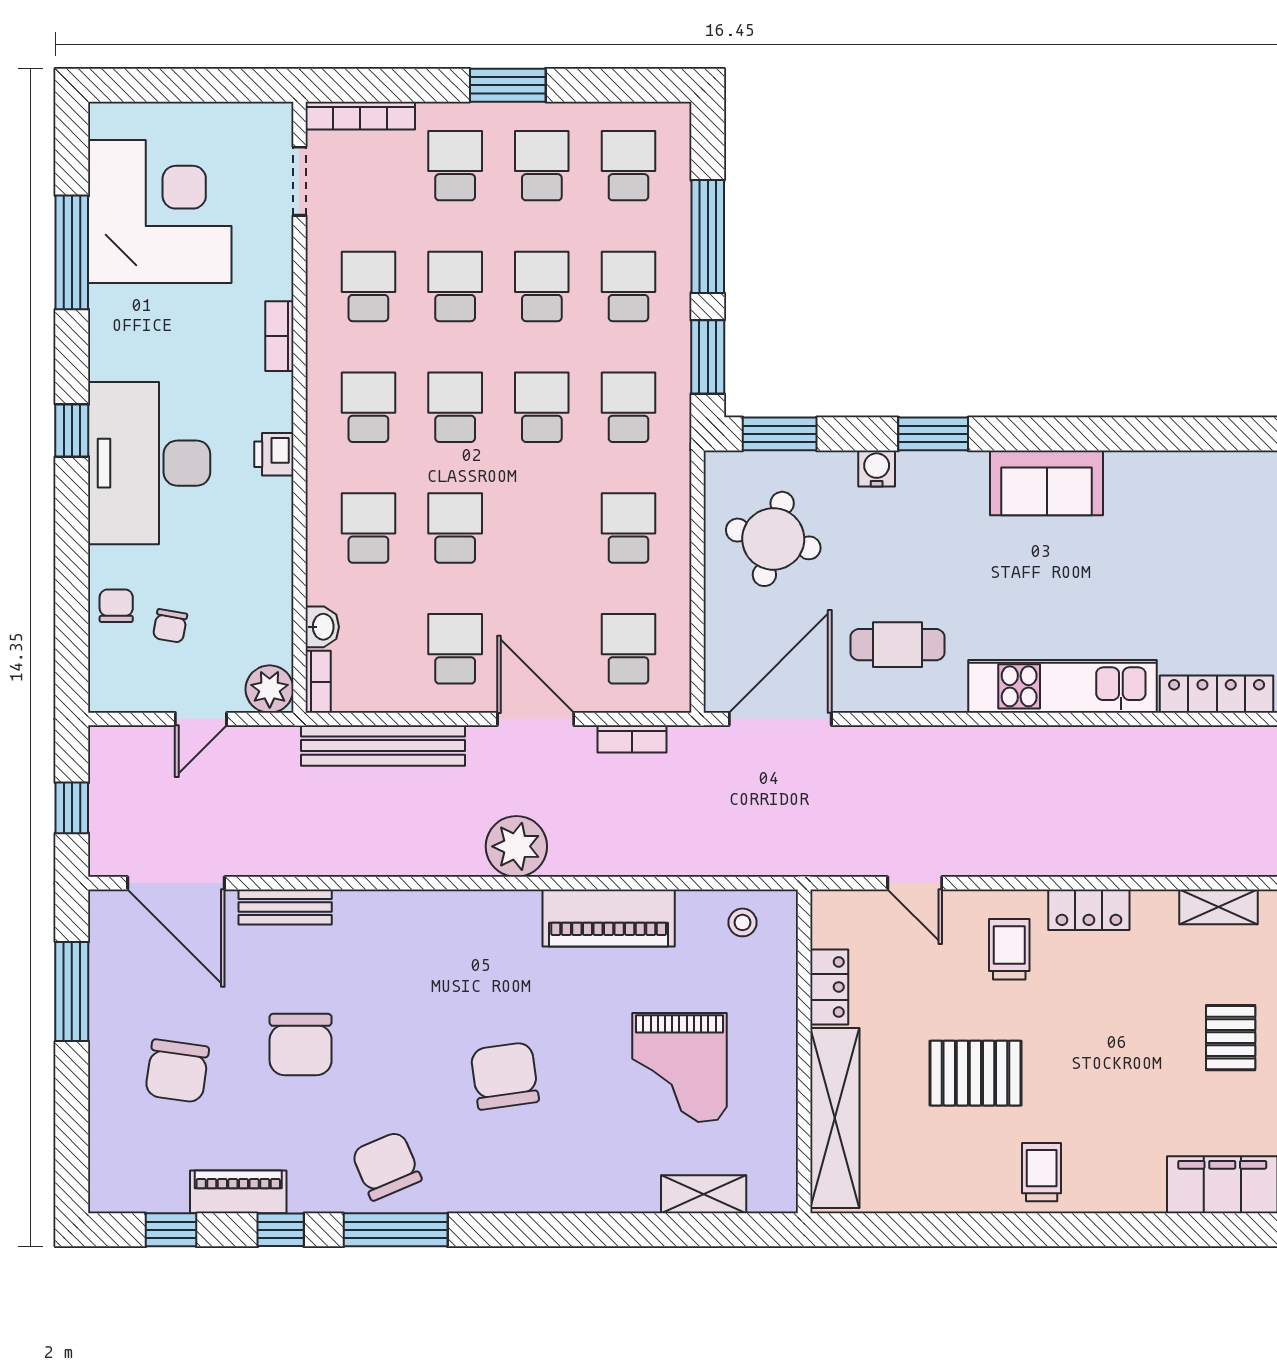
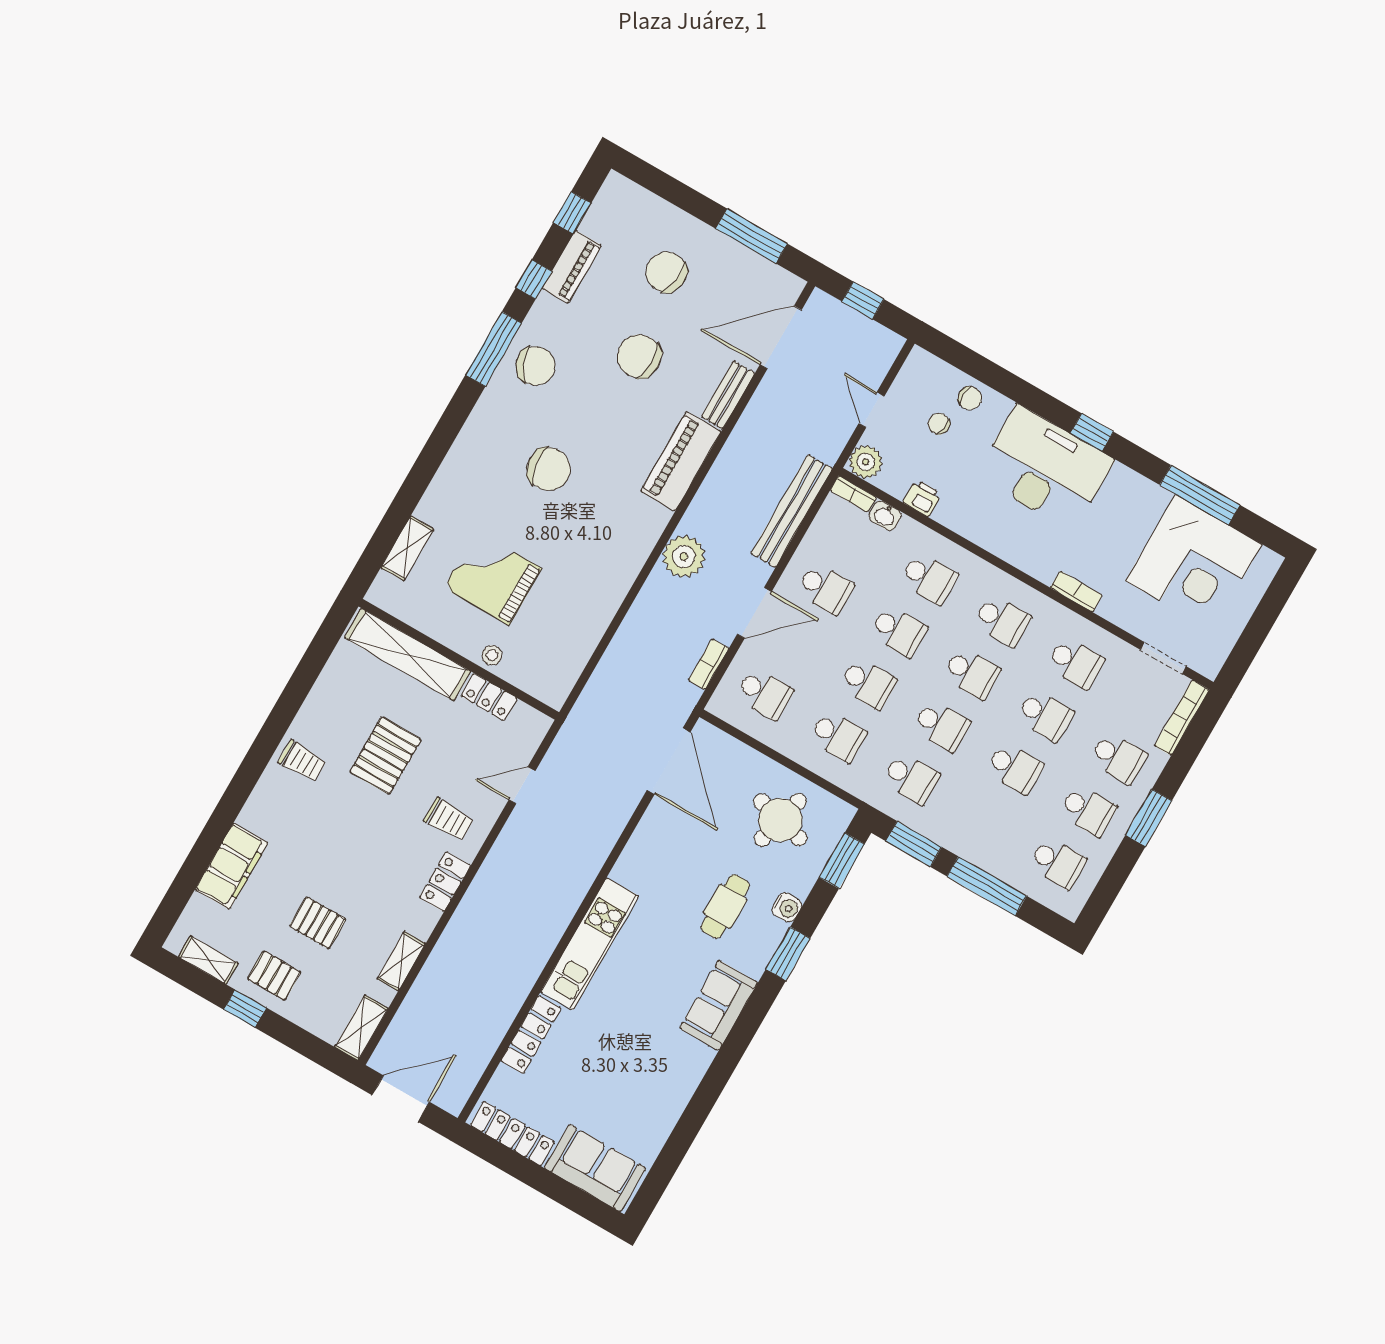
school desk: (628, 286) -> (868, 683), moved
printer: (274, 454) -> (922, 498), moved
cafe table: (898, 645) -> (725, 906), moved
piano: (609, 918) -> (681, 461), moved
stool: (742, 922) -> (492, 655), moved

